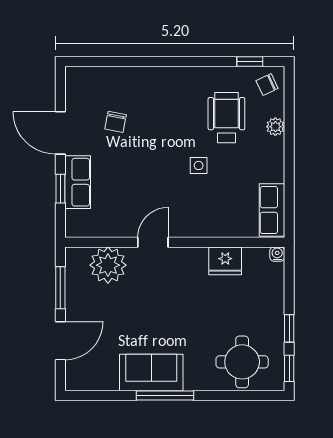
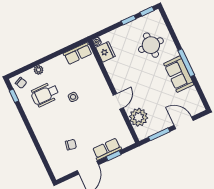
door: (153, 242) -> (118, 101), swing flipped
fridge: (225, 261) -> (105, 52), moved
round table: (242, 362) -> (151, 45), moved

